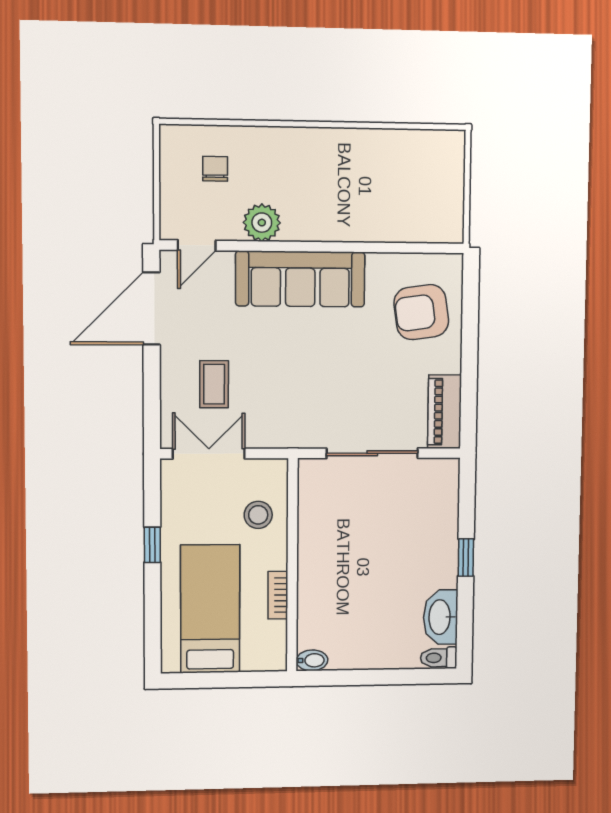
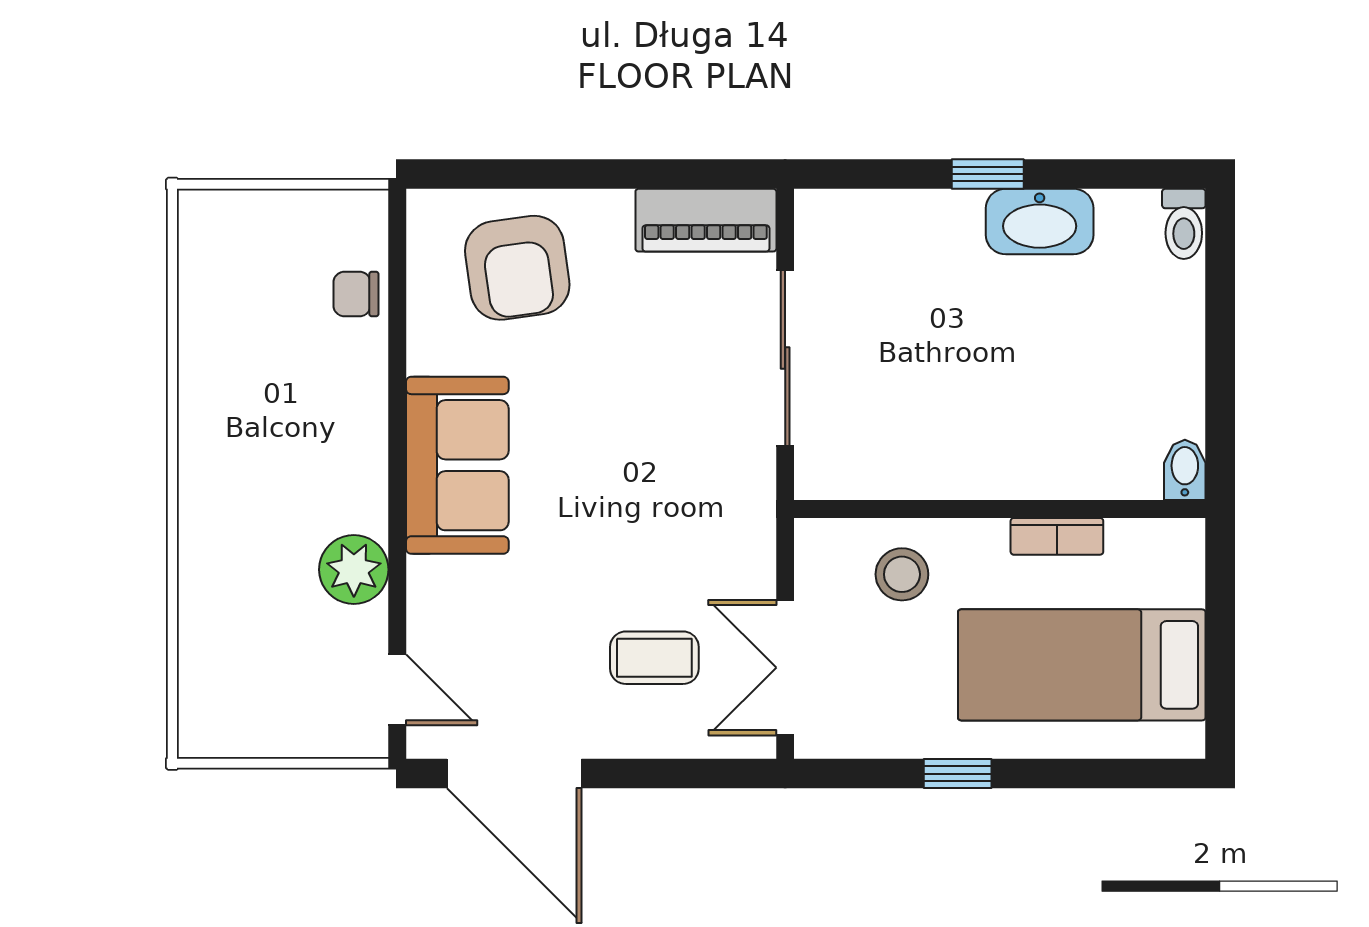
chair: (215, 169) -> (356, 294), moved
sofa: (300, 279) -> (457, 465), width x0.73
washbasin: (441, 617) -> (1040, 222), moved

